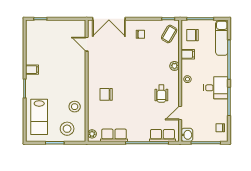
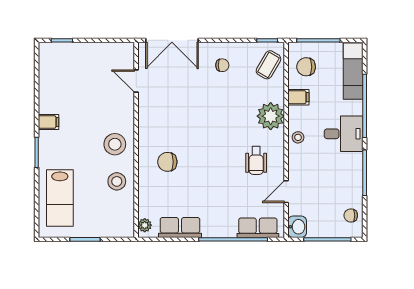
plant: (174, 66) -> (271, 116), width x1.88, depth x1.88
desk: (216, 88) -> (344, 134), moved
stool: (67, 129) -> (115, 144), moved

